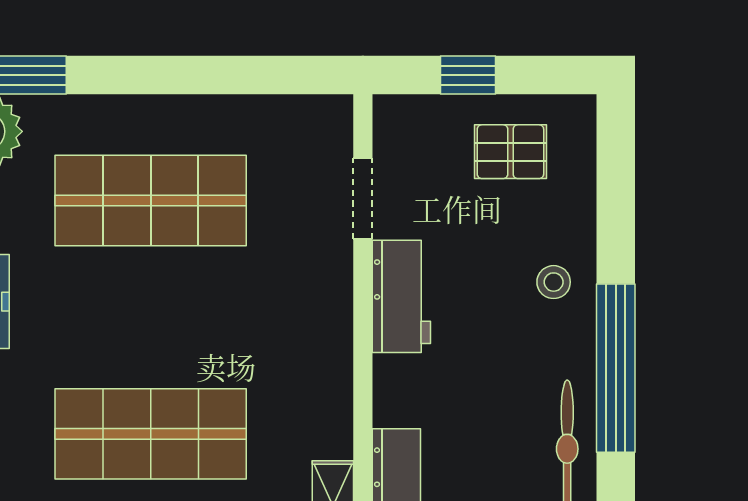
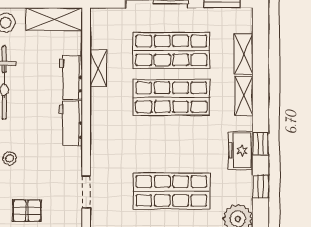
workbench: (401, 296) -> (71, 124), moved

